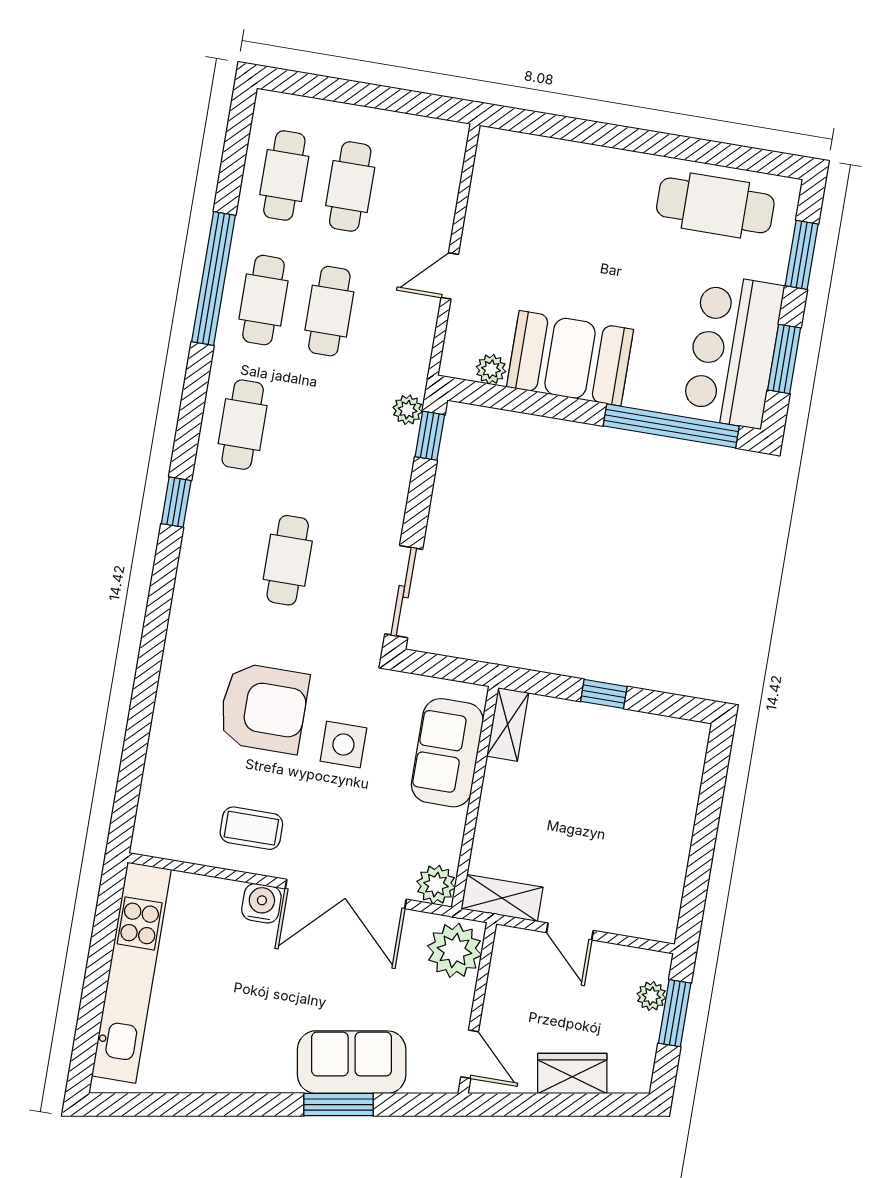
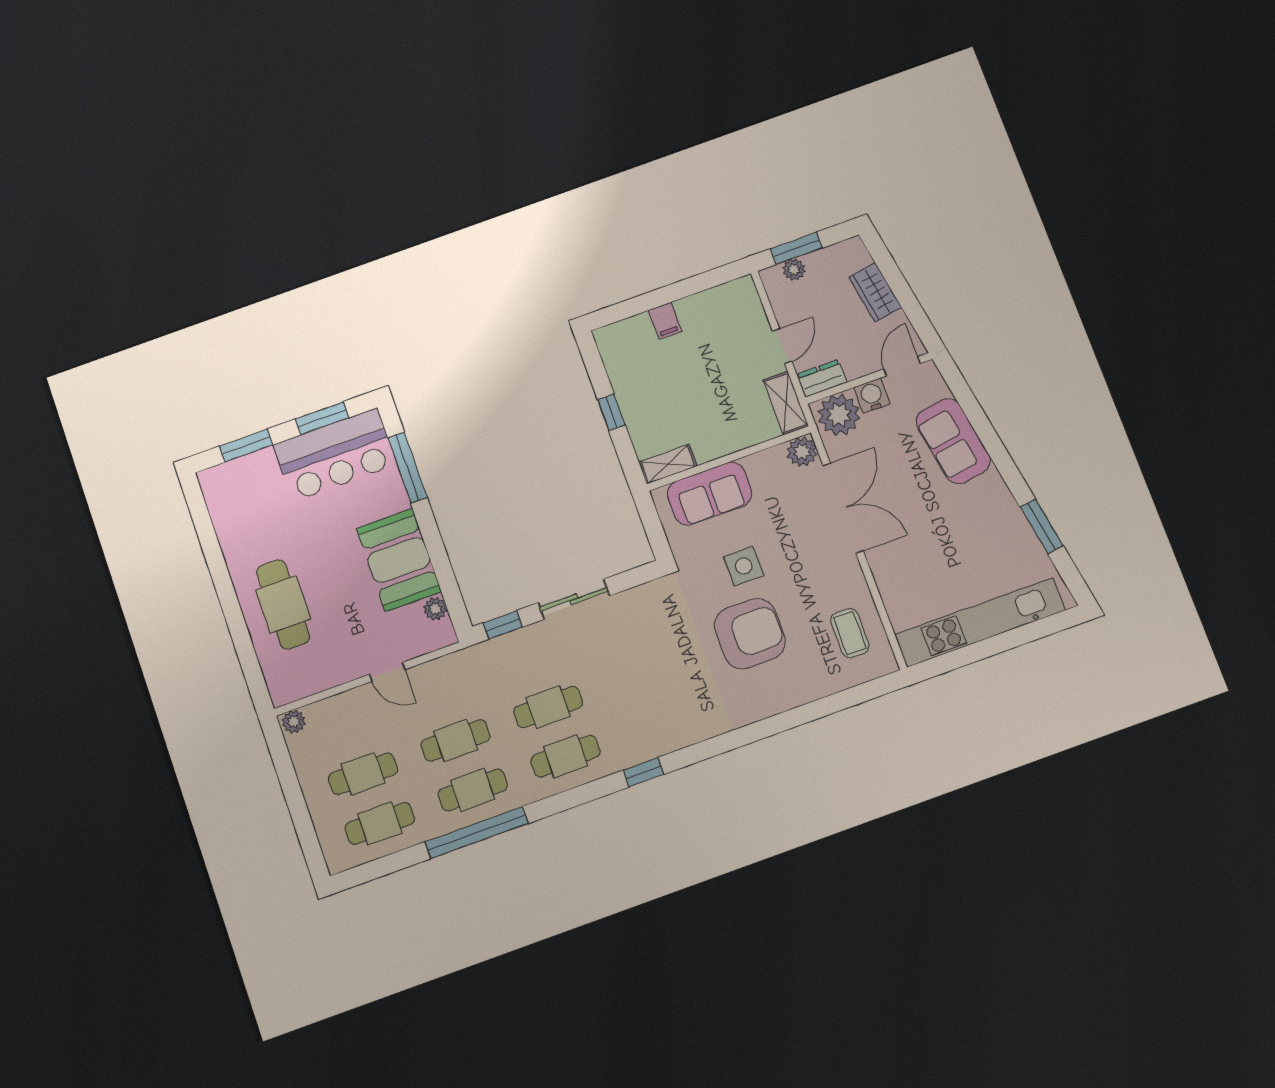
cafe table: (715, 205) -> (283, 604), moved
plant: (408, 410) -> (294, 722), moved
window: (671, 426) -> (407, 468), width x0.68
cafe table: (288, 560) -> (548, 707), moved
sliding door: (404, 592) -> (574, 599), moved
armchair: (264, 708) -> (750, 634), turned 90
filing cabinet: (675, 815) -> (665, 321), added
coffee table: (251, 828) -> (850, 633), moved
water cooler: (261, 903) -> (872, 396), moved, turned 90
dresser: (507, 955) -> (822, 378), added
window: (339, 1105) -> (1042, 526), moved

